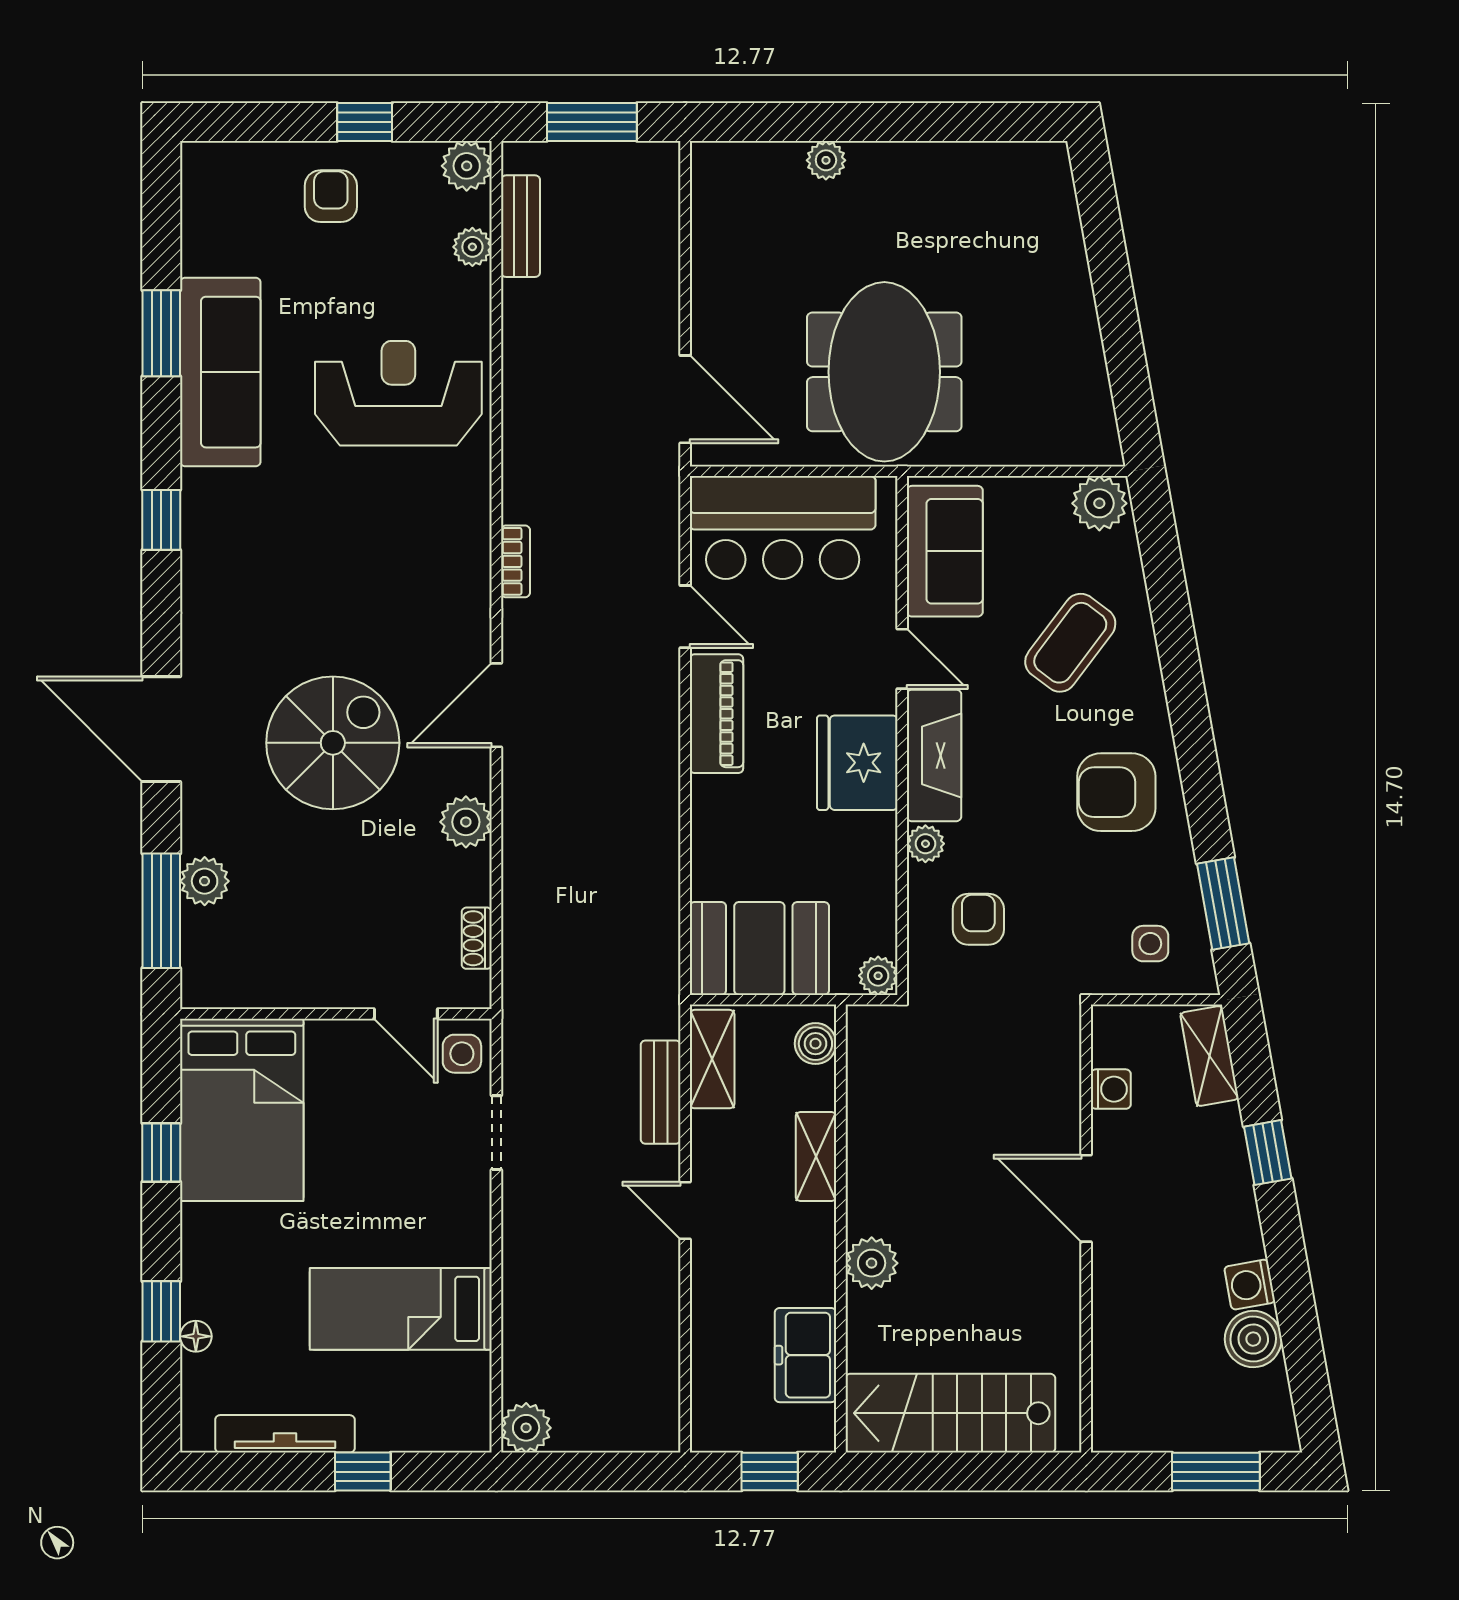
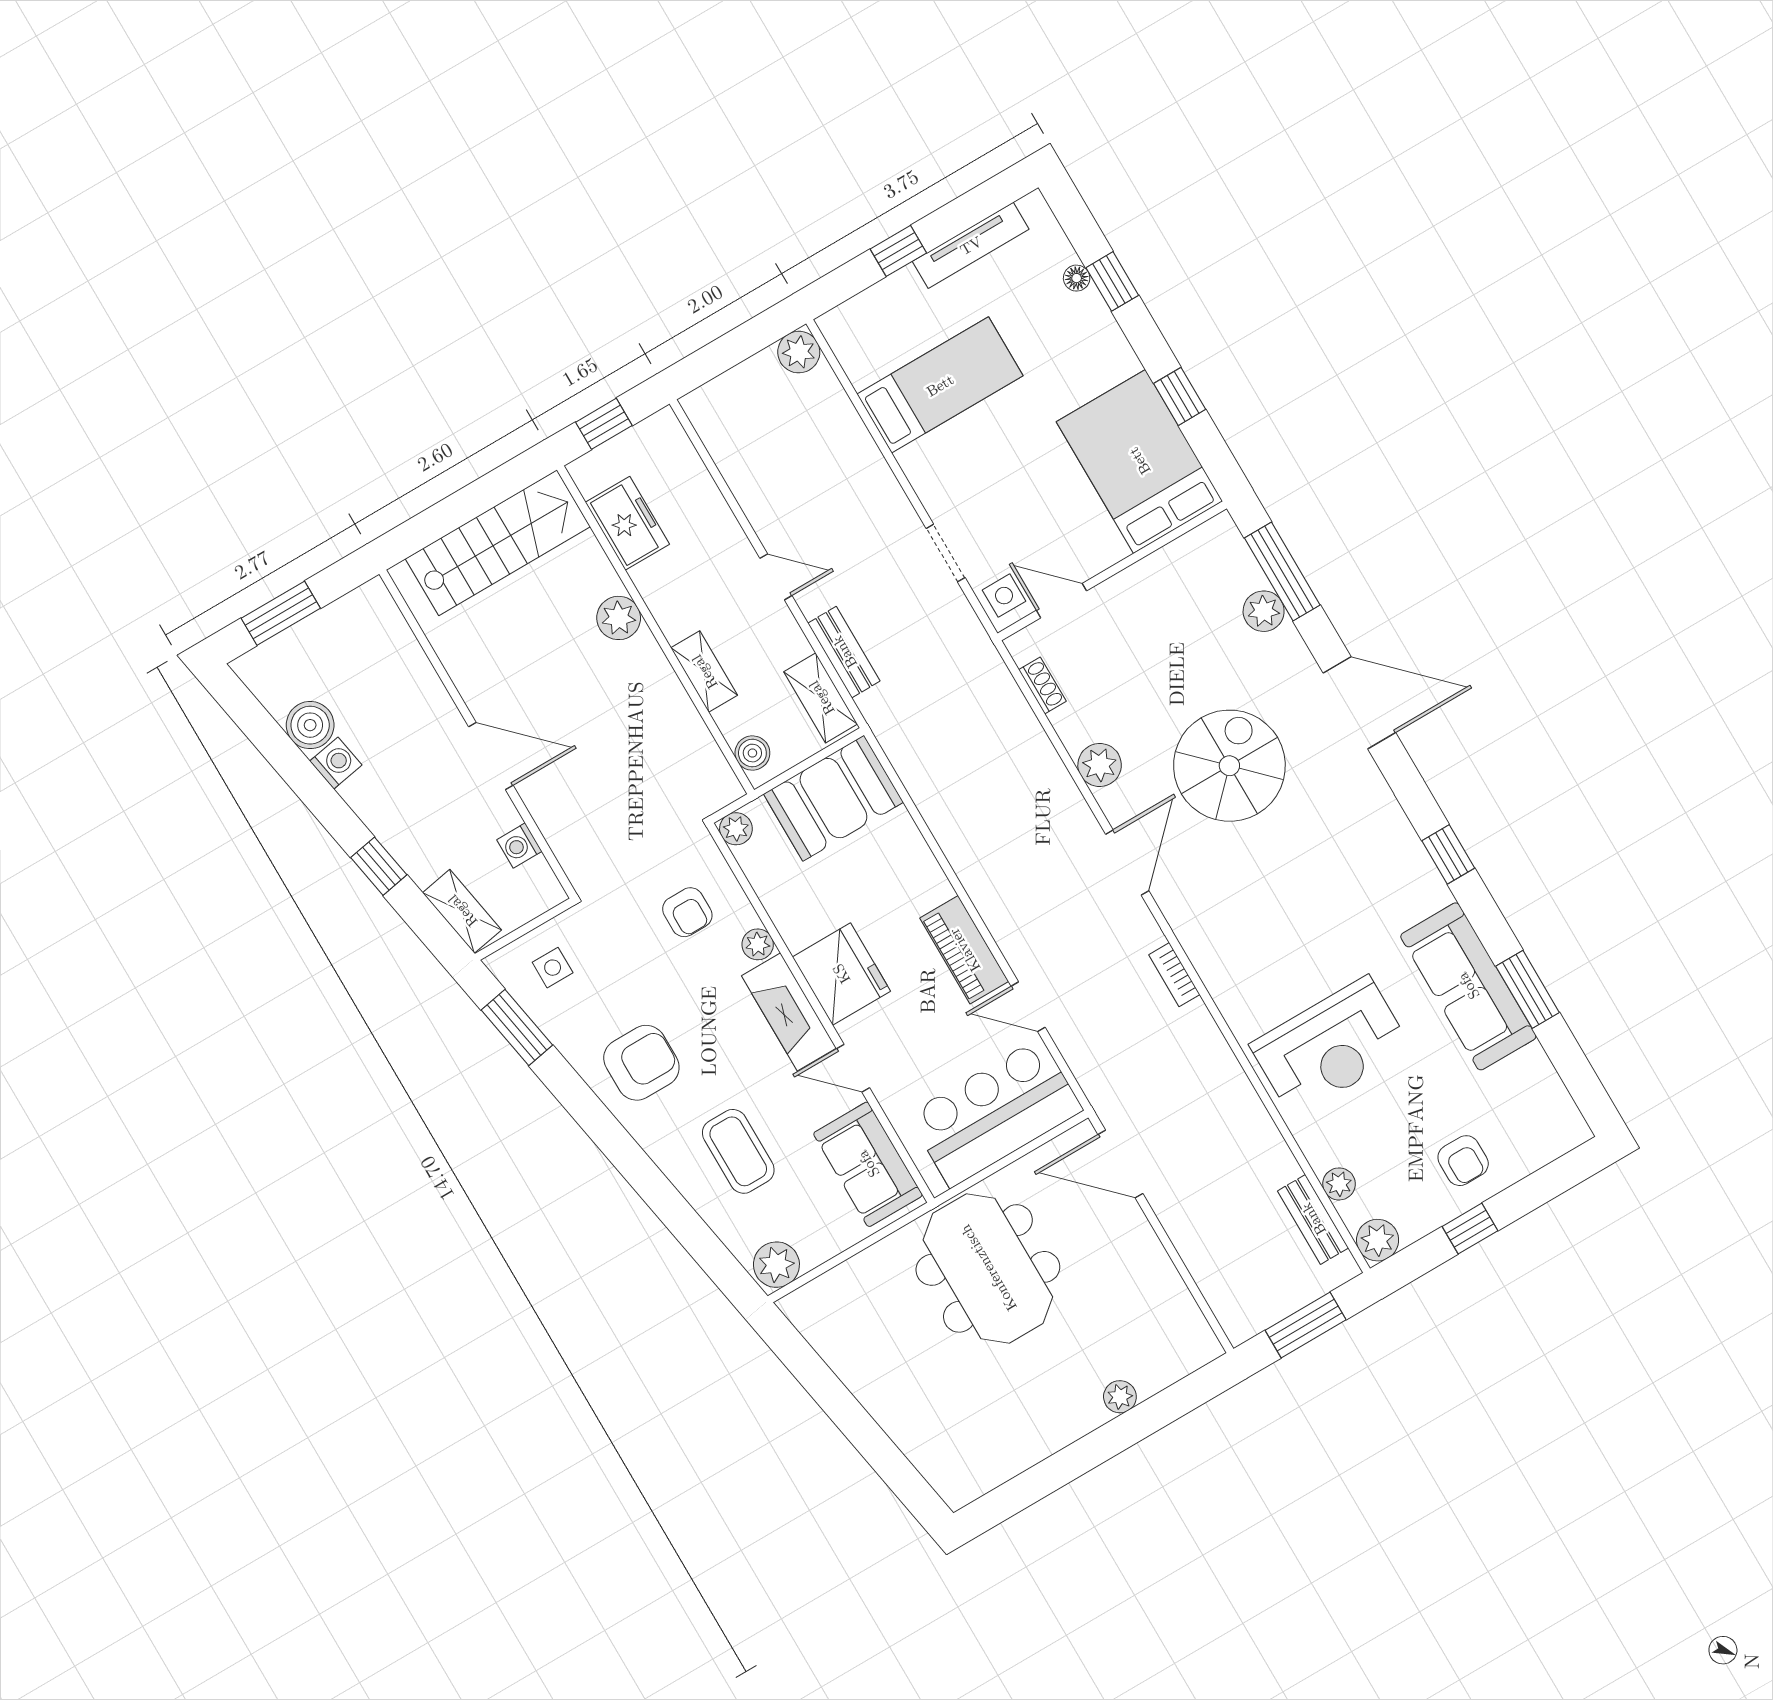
coffee table: (1070, 643) -> (738, 1151), turned -37
spiral stairs: (333, 743) -> (1229, 766), turned 180

